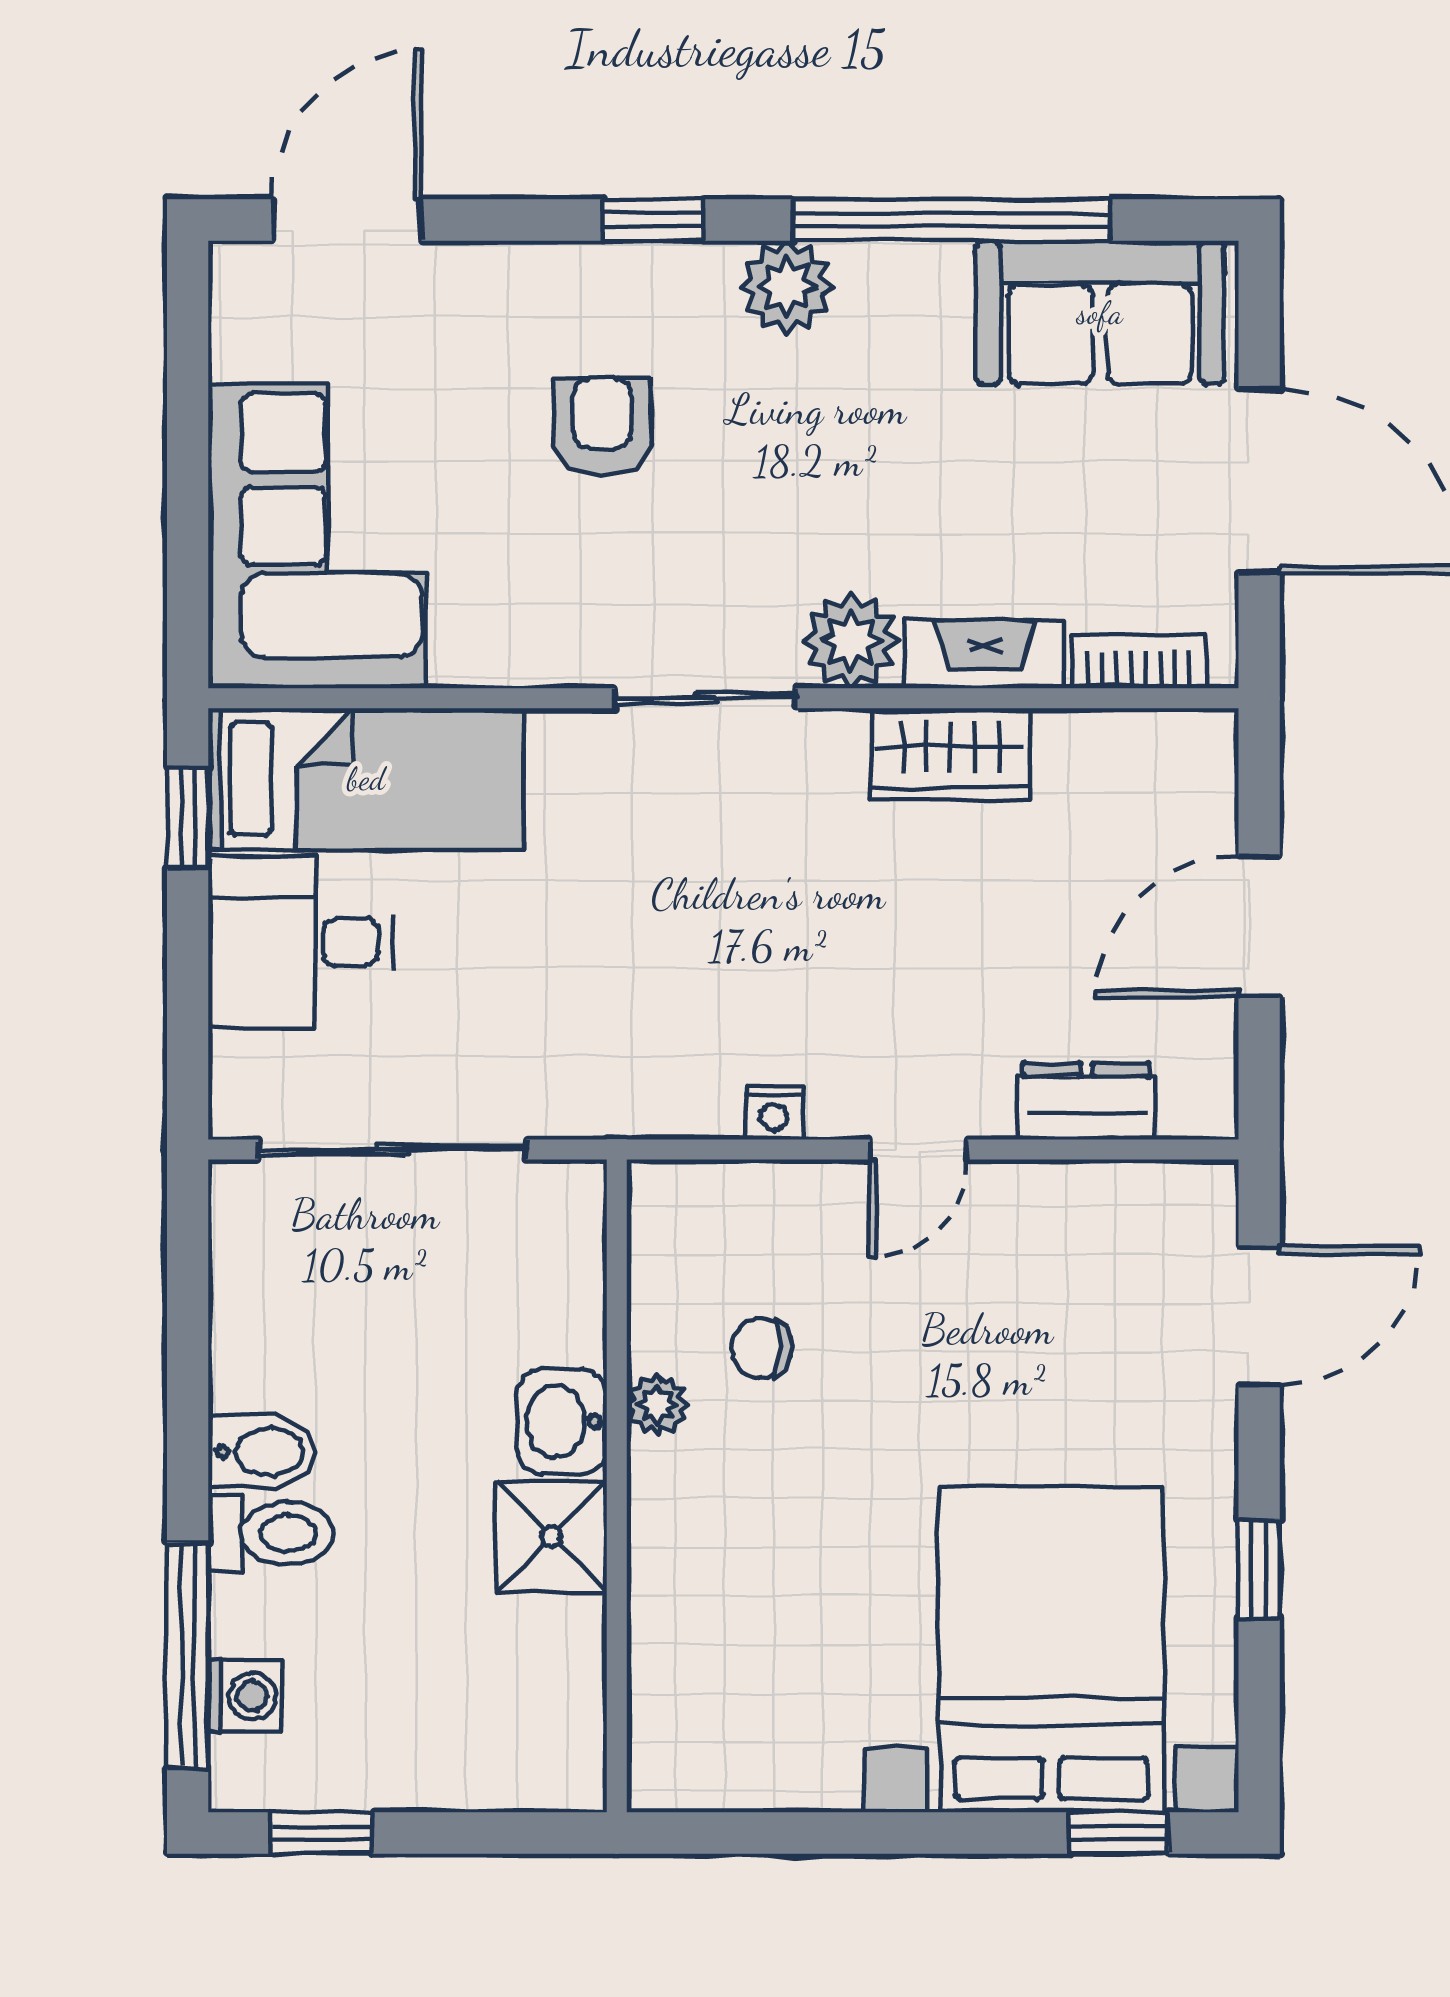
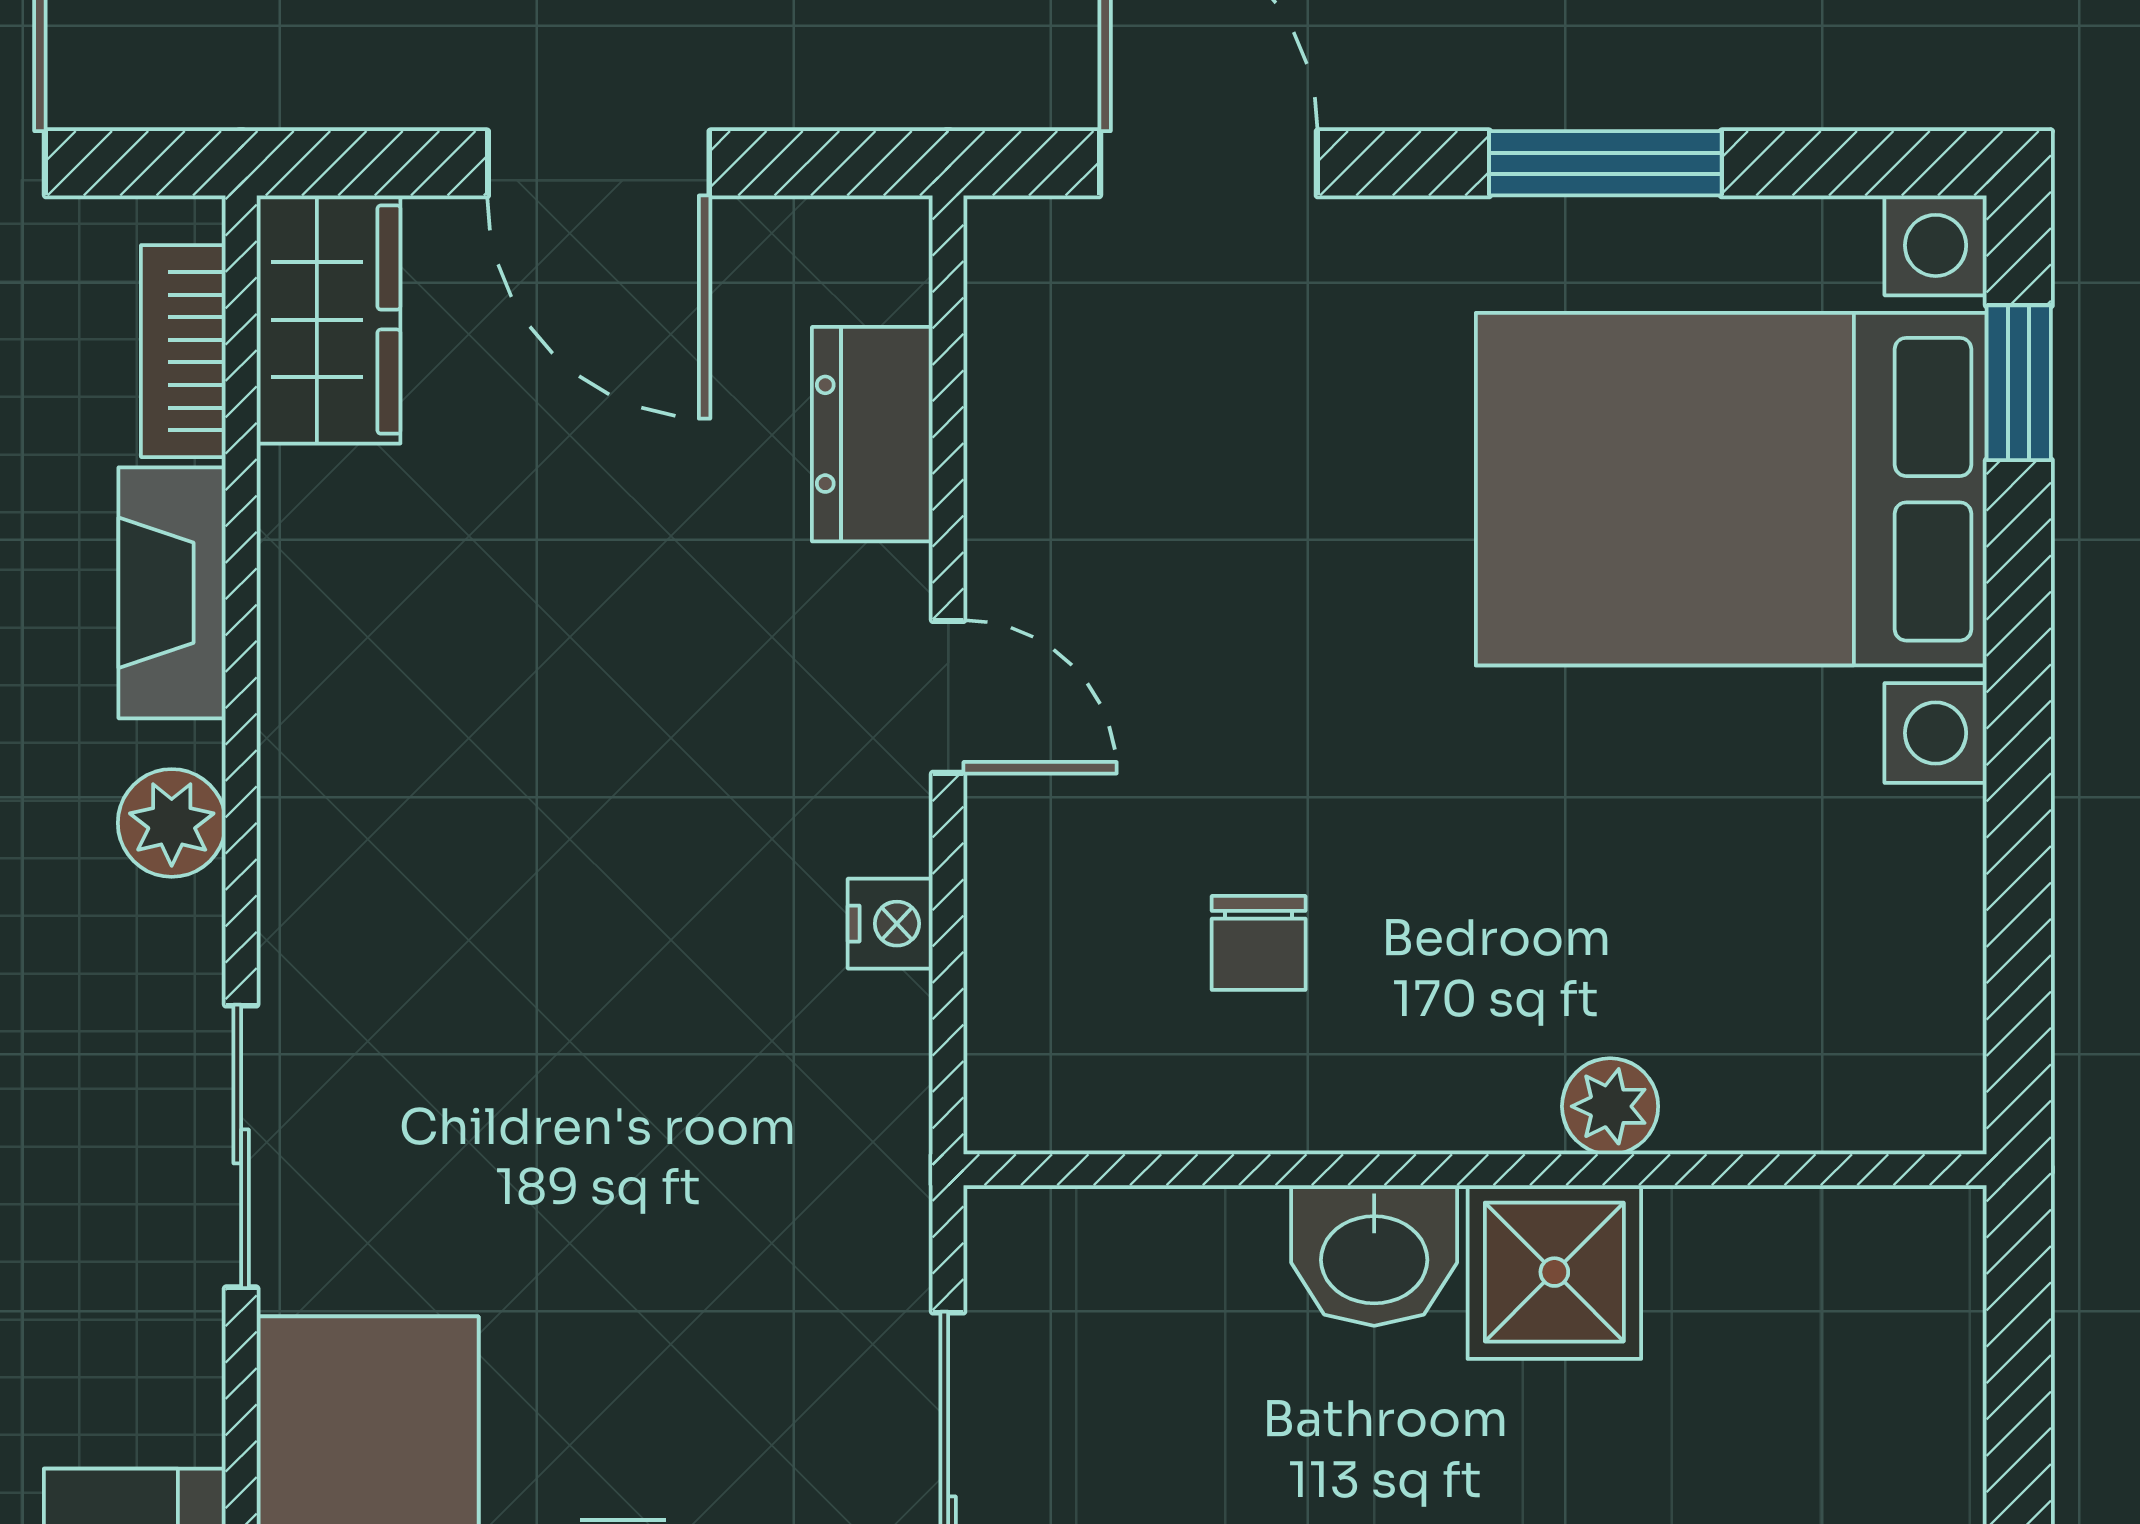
plant: (851, 641) -> (172, 823), width x0.73, depth x0.73
sliding door: (705, 698) -> (241, 1146), moved
wardrobe: (951, 754) -> (328, 320), moved
plant: (657, 1404) -> (1610, 1106), moved
window: (1259, 1569) -> (1605, 163), width x1.50

